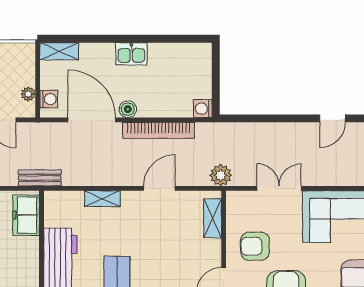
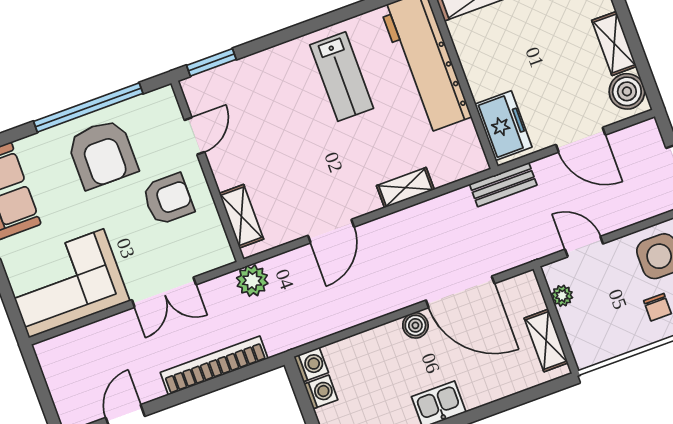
shelving: (59, 51) -> (546, 341), moved, turned 90
washing machine: (49, 99) -> (321, 392), moved, turned 180
bookcase: (158, 130) -> (214, 365), moved

